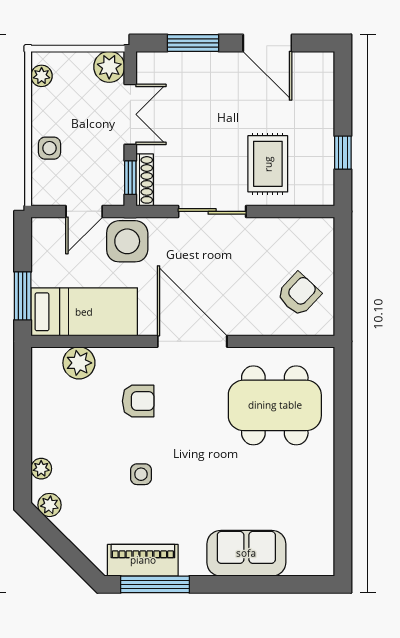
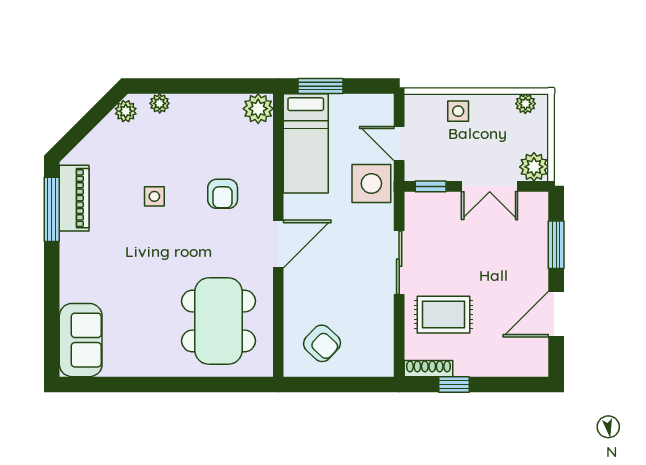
shoe rack: (145, 180) -> (429, 369), moved, turned 180
door: (192, 341) -> (278, 244), width x0.73
plant: (79, 363) -> (258, 109), moved
sofa: (246, 553) -> (81, 340), moved

